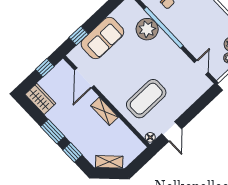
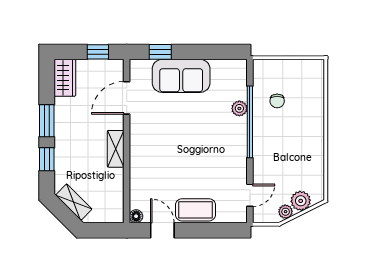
plant: (147, 29) -> (239, 108), width x0.53, depth x0.53
coffee table: (146, 99) -> (196, 210), moved, width x0.73, depth x0.76
door: (172, 131) -> (162, 230), swing flipped

